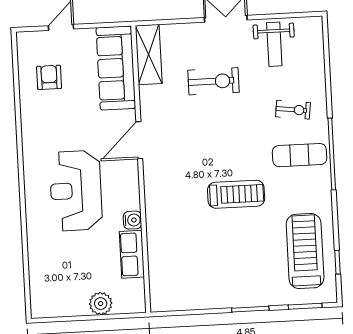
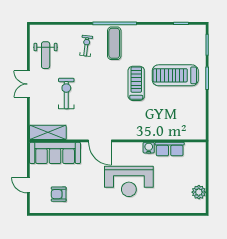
weight bench: (274, 44) -> (46, 55), turned 90
treadmill: (305, 251) -> (175, 75), moved
plant: (101, 304) -> (199, 192), moved

